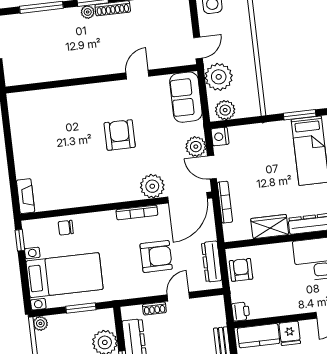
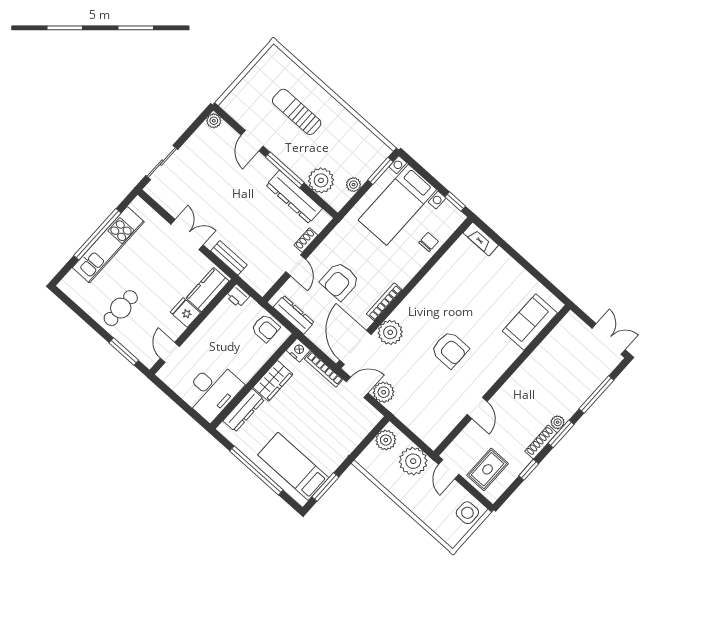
rug: (169, 23) -> (488, 469), added
sofa: (186, 97) -> (530, 322), moved, turned -90
nightstand: (220, 137) -> (298, 350), moved
window: (81, 308) -> (380, 171), moved
plant: (40, 323) -> (353, 185), moved

